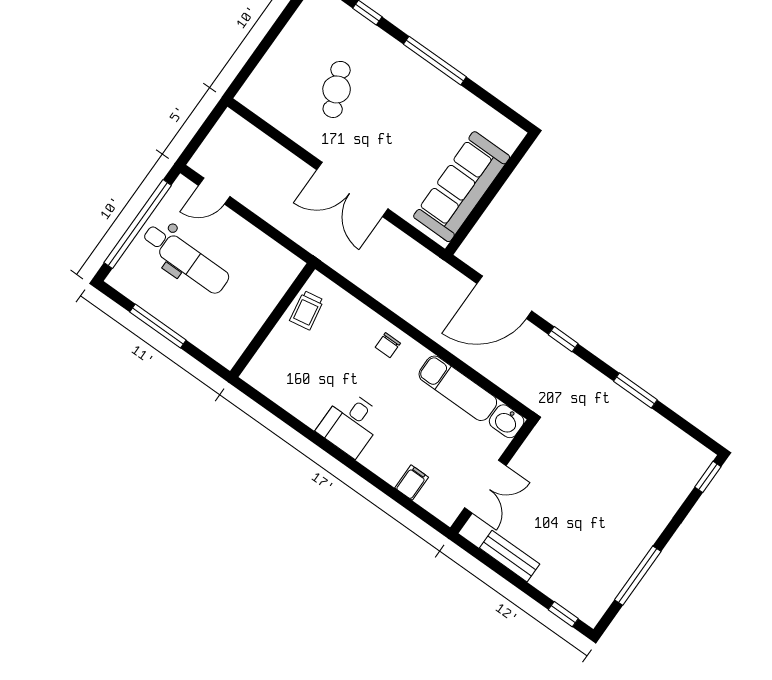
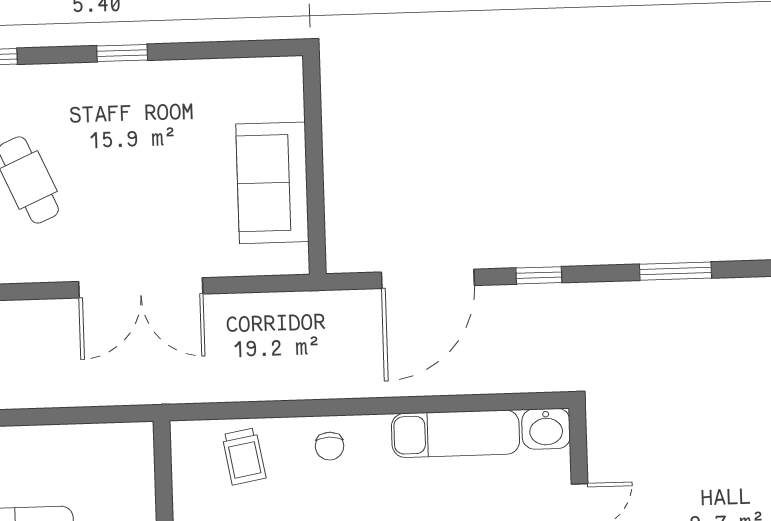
window: (435, 61) -> (122, 53), width x0.46
sofa: (462, 187) -> (272, 183), width x0.73
trolley: (307, 310) -> (244, 456), moved

